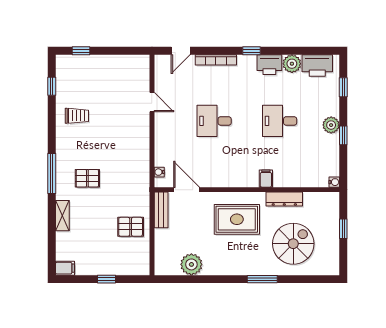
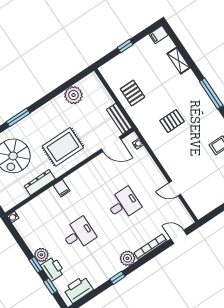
door: (181, 51) -> (179, 237), hinge flipped
window: (252, 51) -> (117, 278), moved
plant: (292, 64) -> (127, 258), moved
printer: (269, 65) -> (53, 269), moved, turned 90
window: (343, 135) -> (36, 265), moved
pallet: (87, 178) -> (172, 121), moved
shelving: (62, 216) -> (179, 61), moved
pallet: (131, 227) -> (133, 93), turned 90

